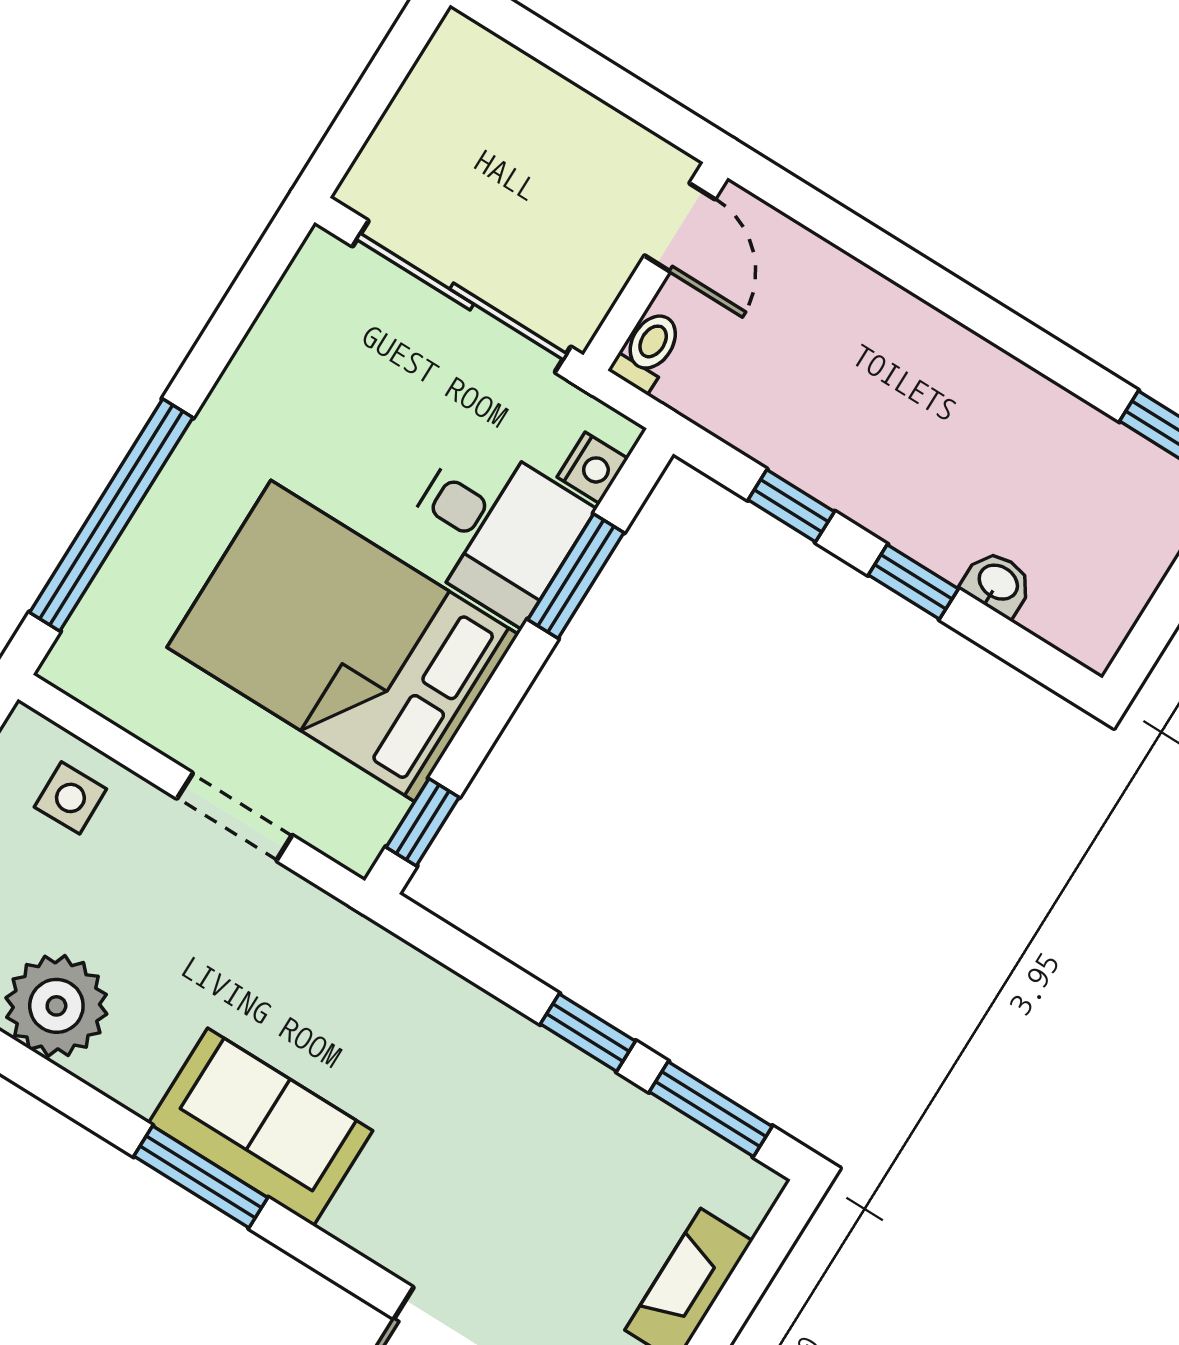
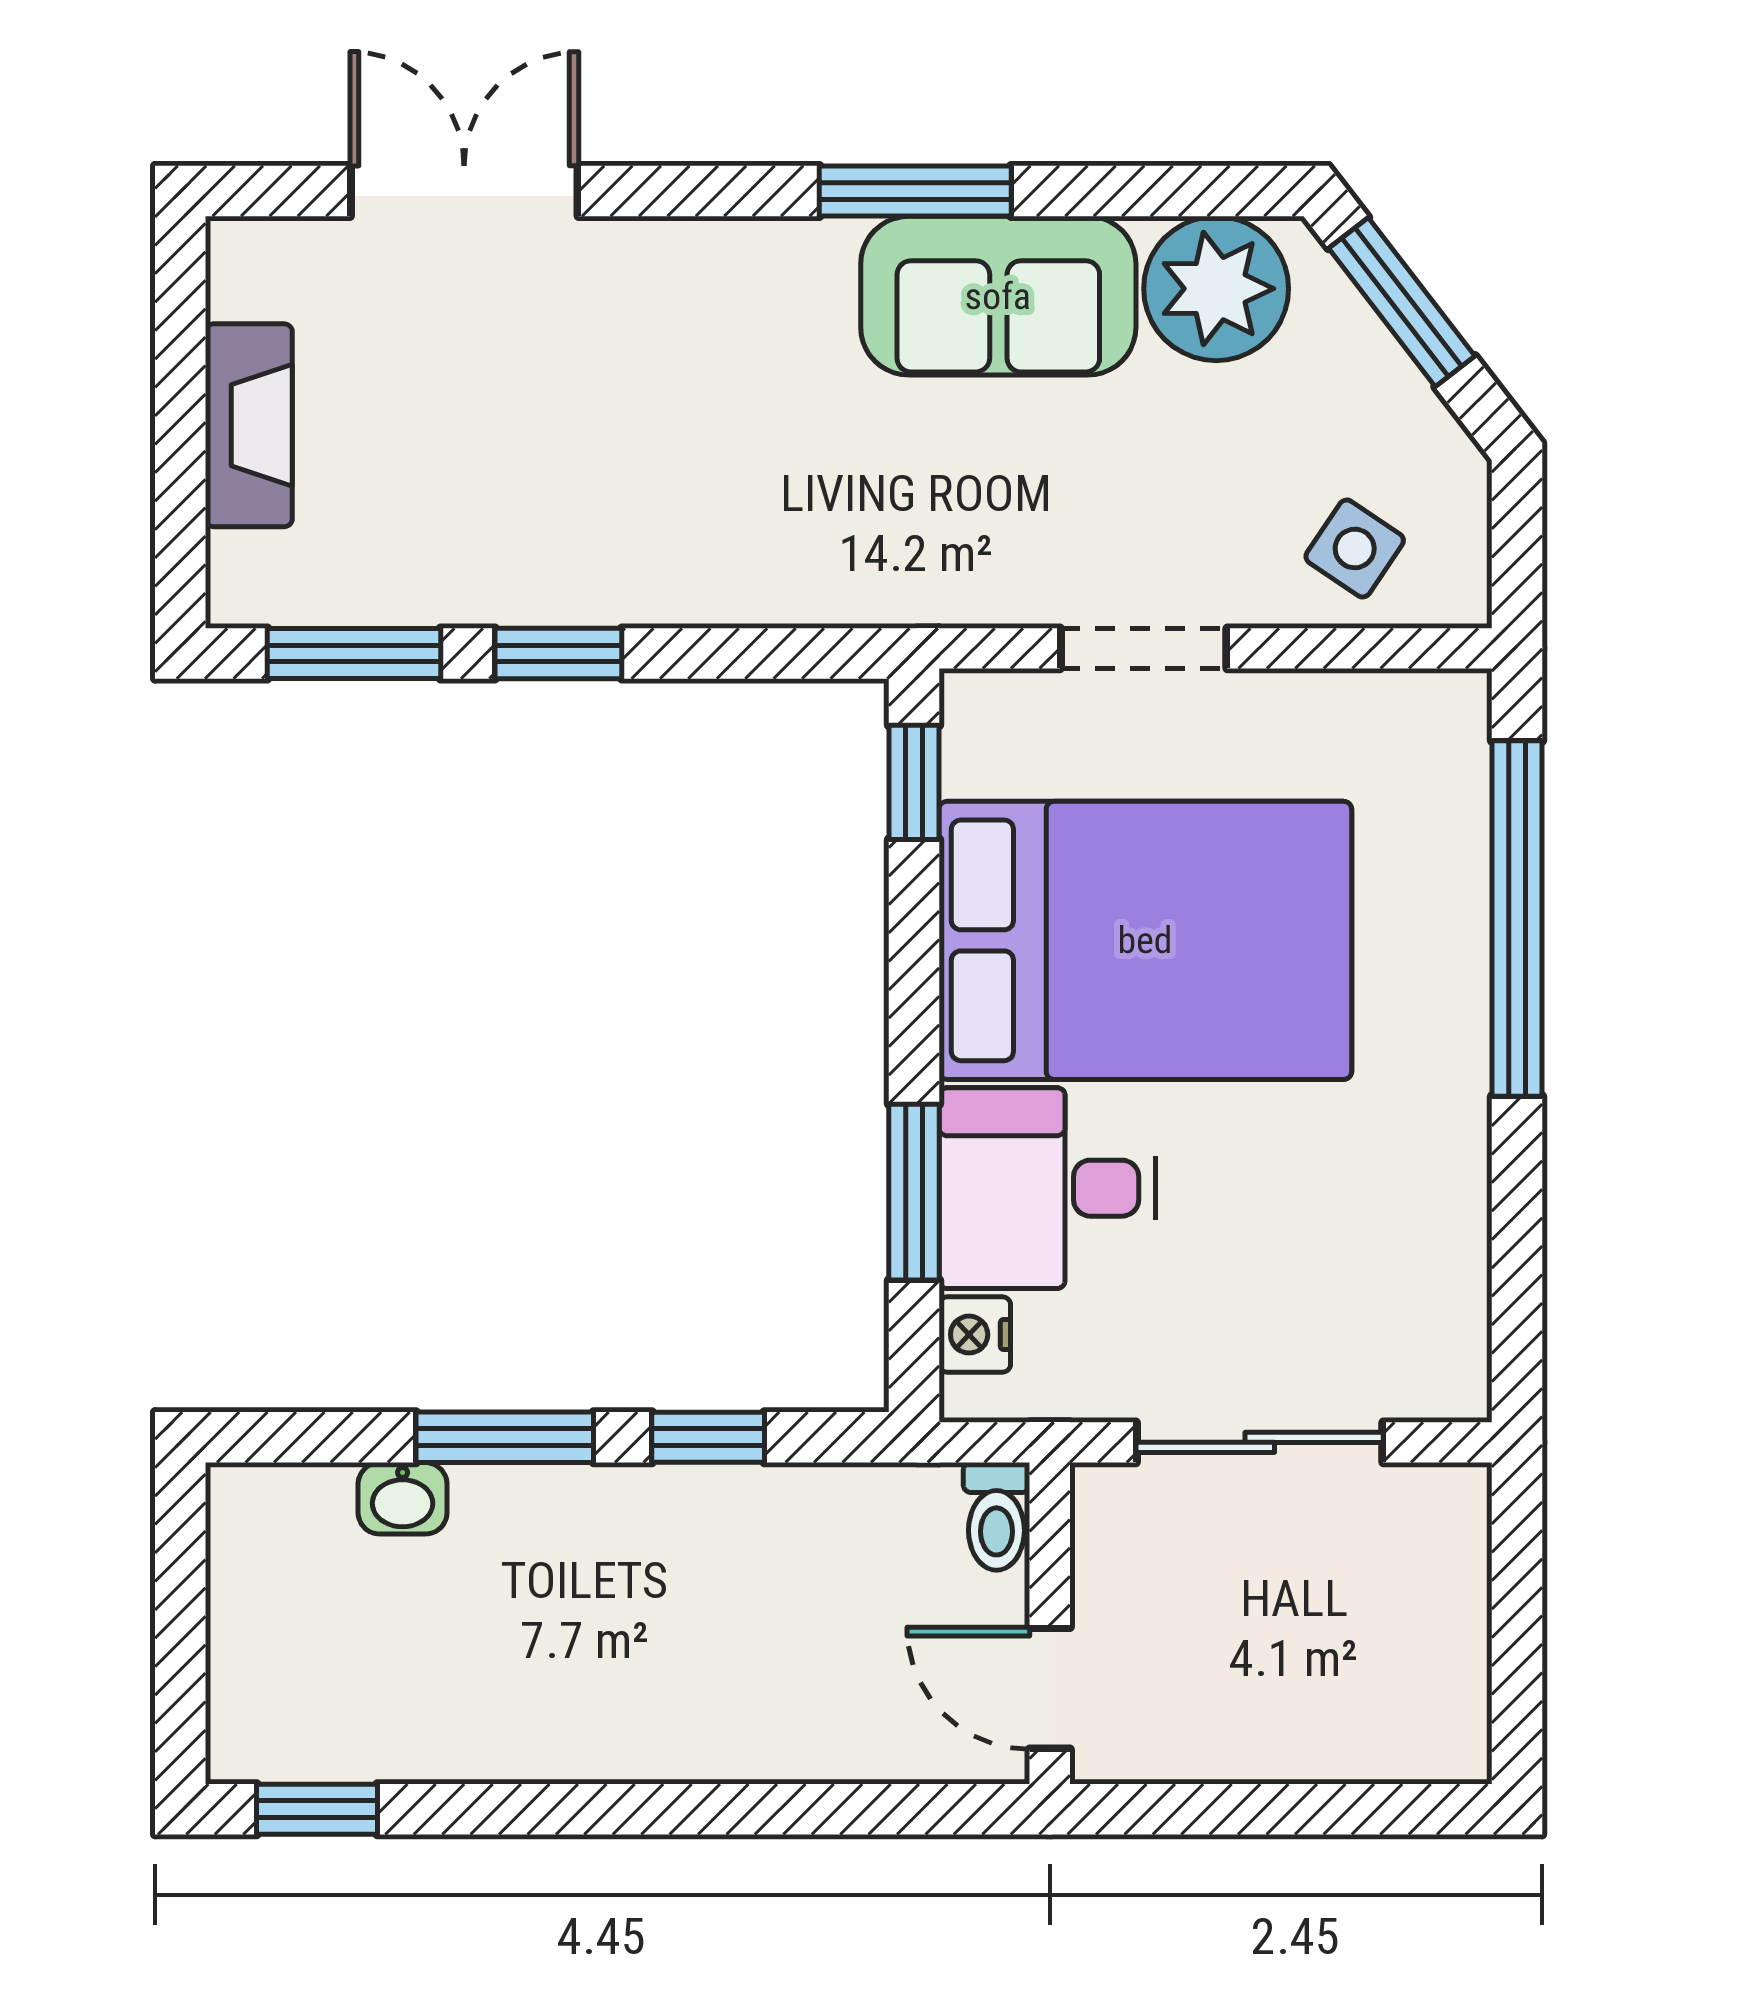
sliding door: (462, 297) -> (1260, 1442), width x0.73
window: (913, 582) -> (505, 1437), width x1.50
side table: (70, 798) -> (1355, 548), turned 35
sofa: (260, 1127) -> (998, 296), moved

